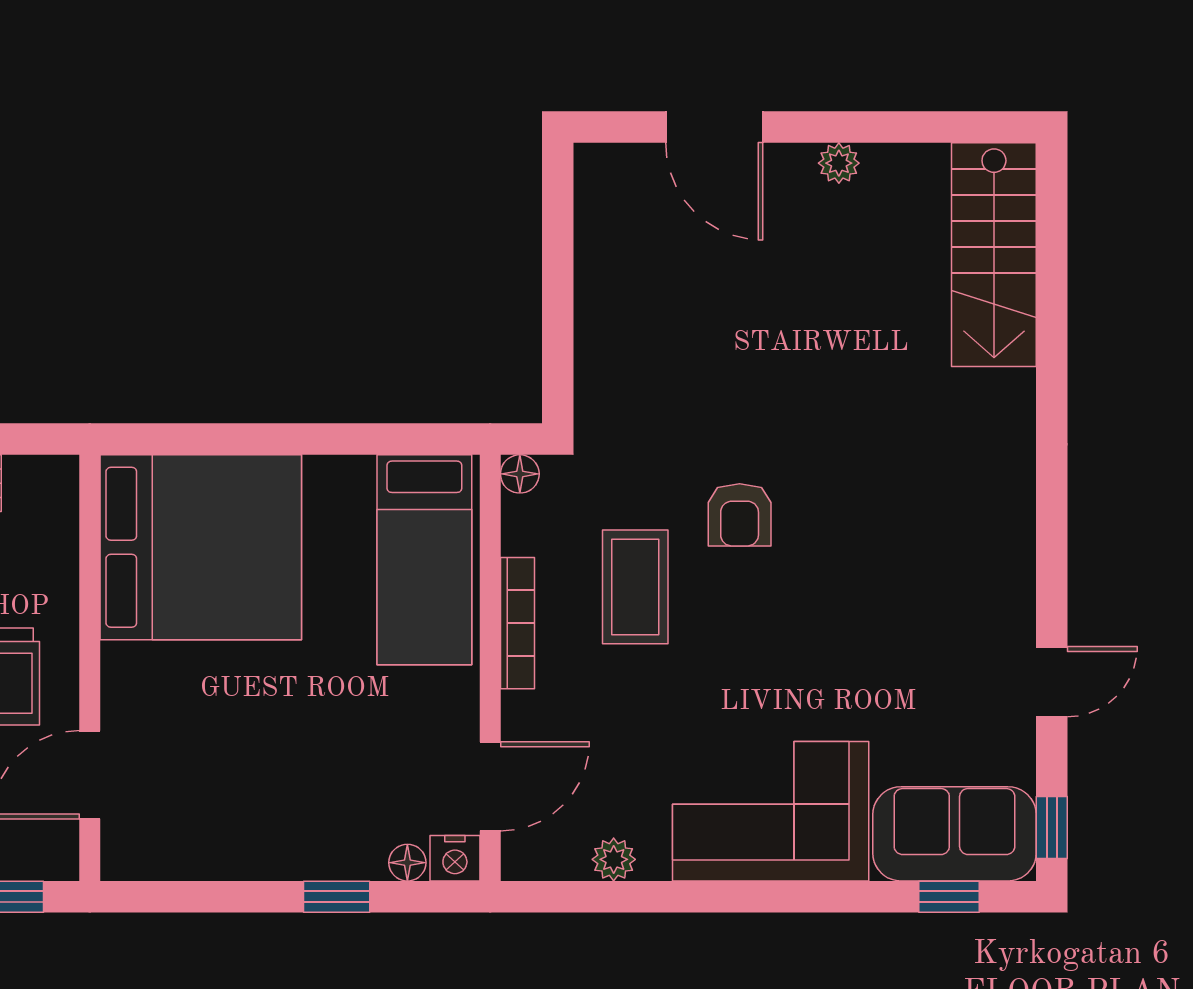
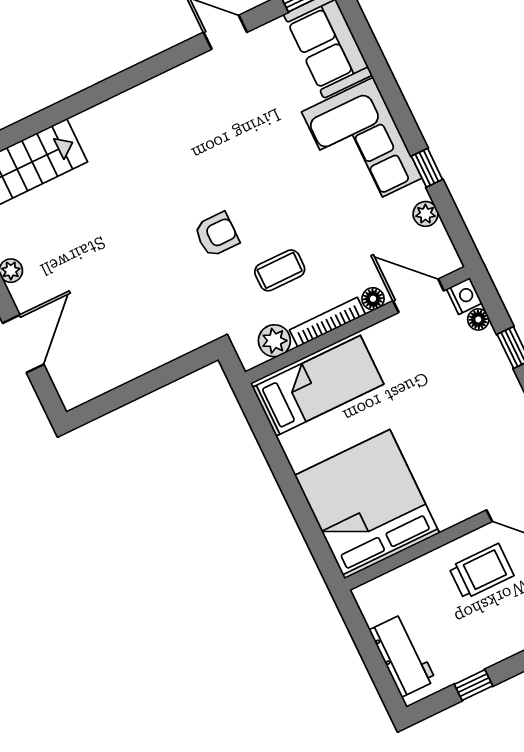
floor lamp: (520, 474) -> (373, 299), moved
plant: (528, 525) -> (274, 341), added
coffee table: (635, 587) -> (280, 270), width x0.73, depth x0.77
window: (949, 897) -> (427, 168), moved

